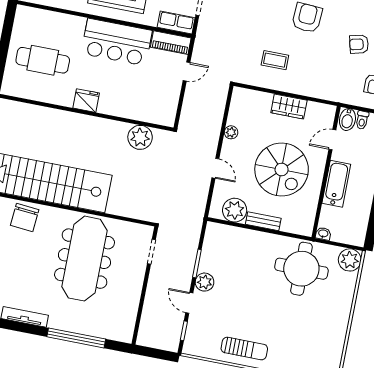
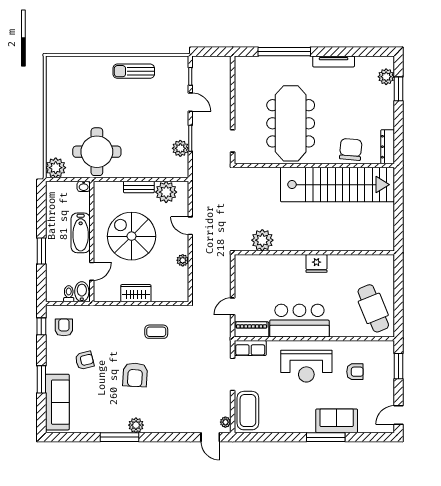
cafe table: (43, 60) -> (373, 308), moved, turned 68
plant: (205, 282) -> (180, 148), moved

